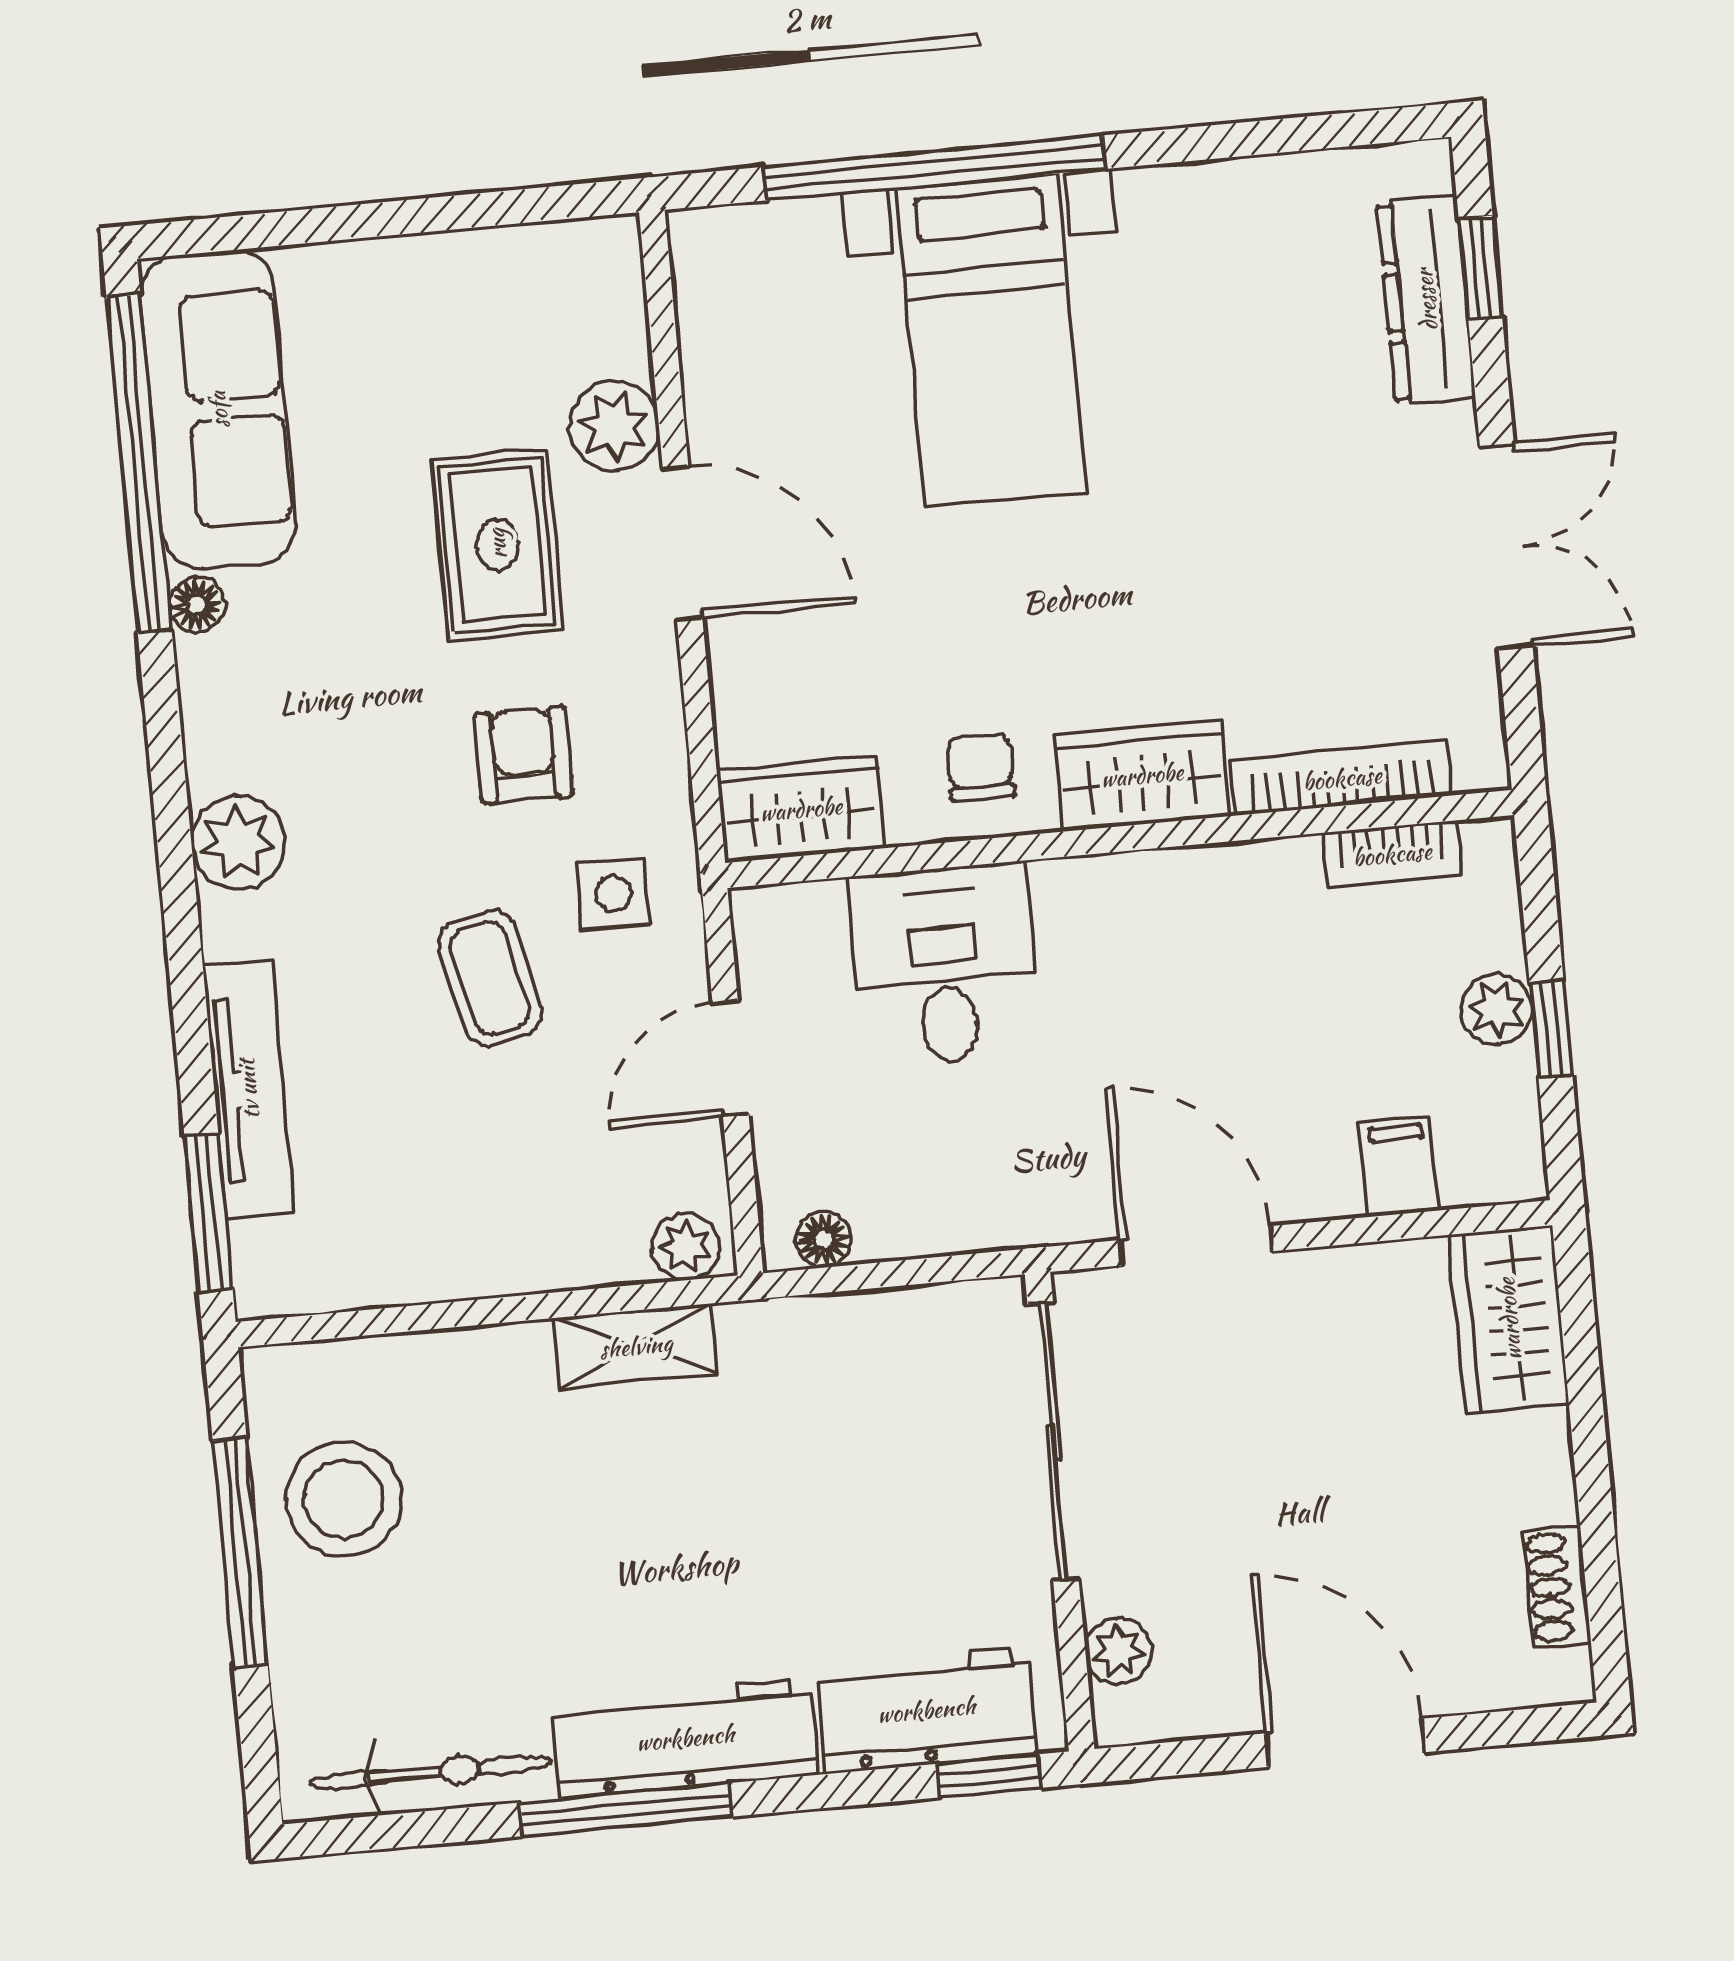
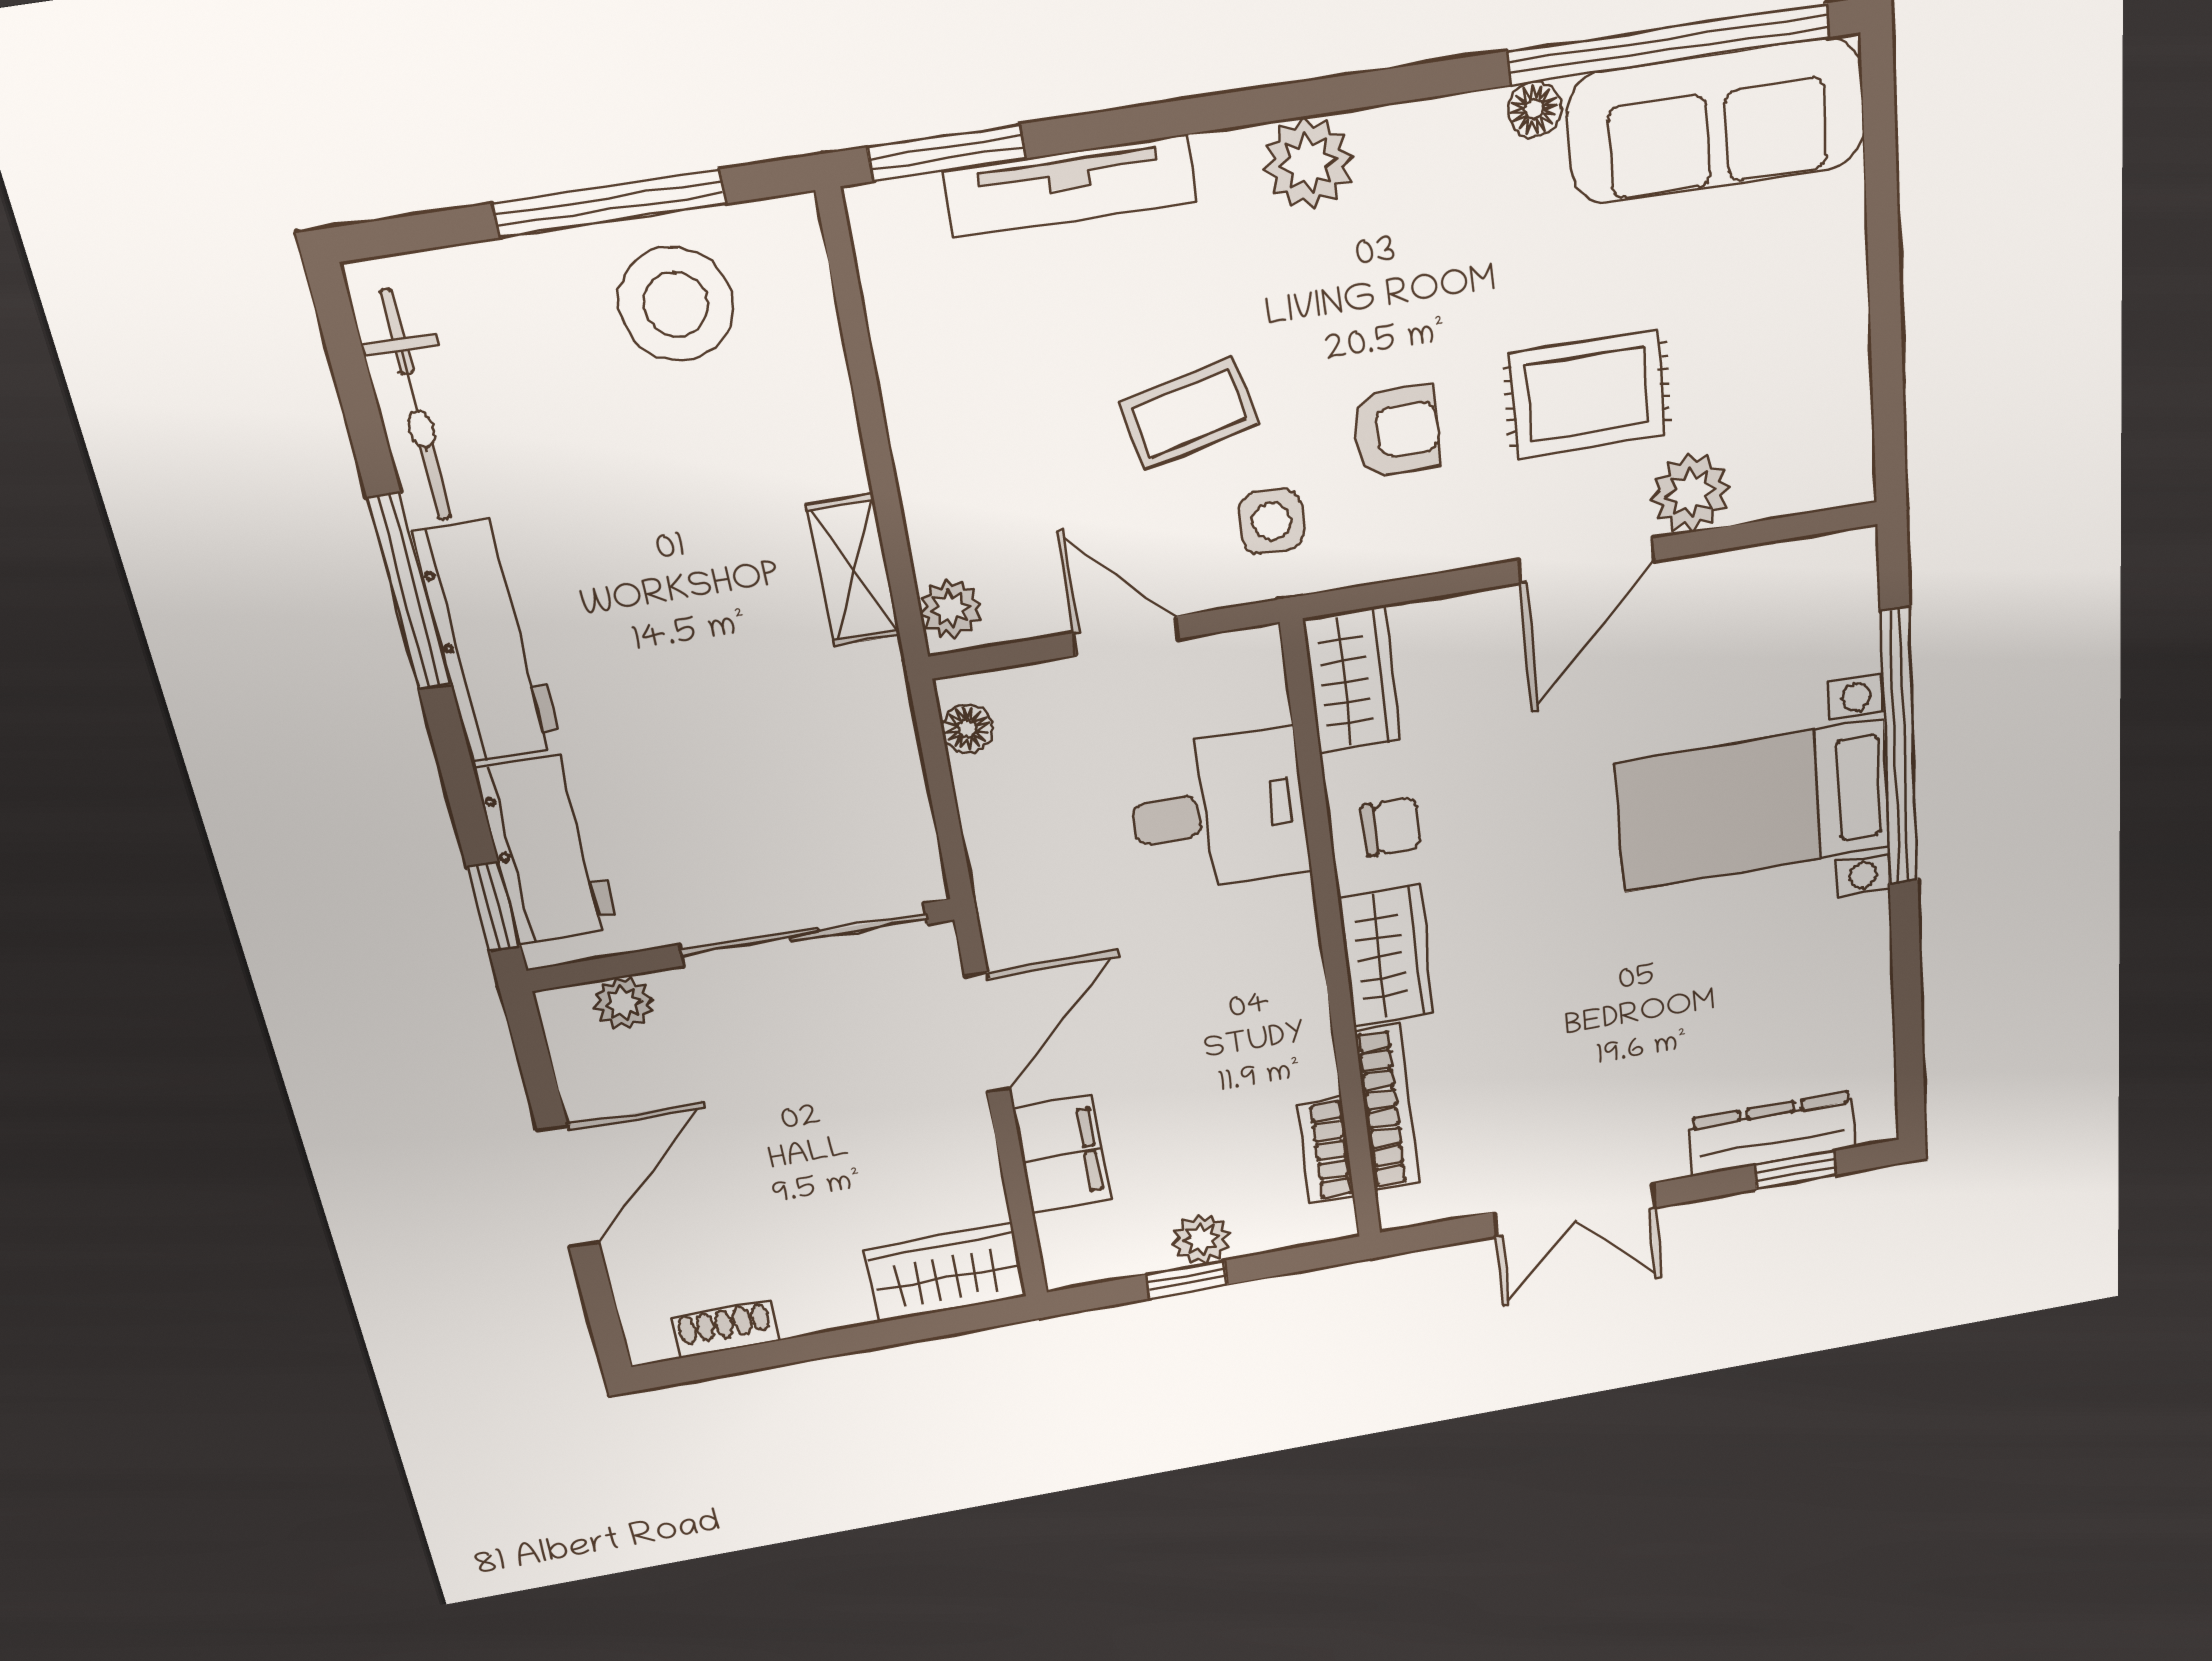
filing cabinet: (1399, 1166) -> (1062, 1154), width x2.00

